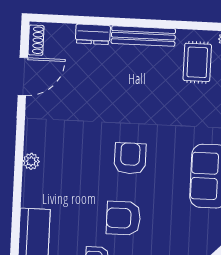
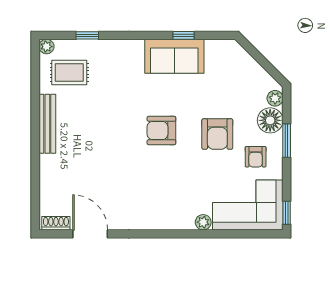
dresser: (93, 34) -> (48, 171), removed
plant: (31, 161) -> (203, 222), moved

